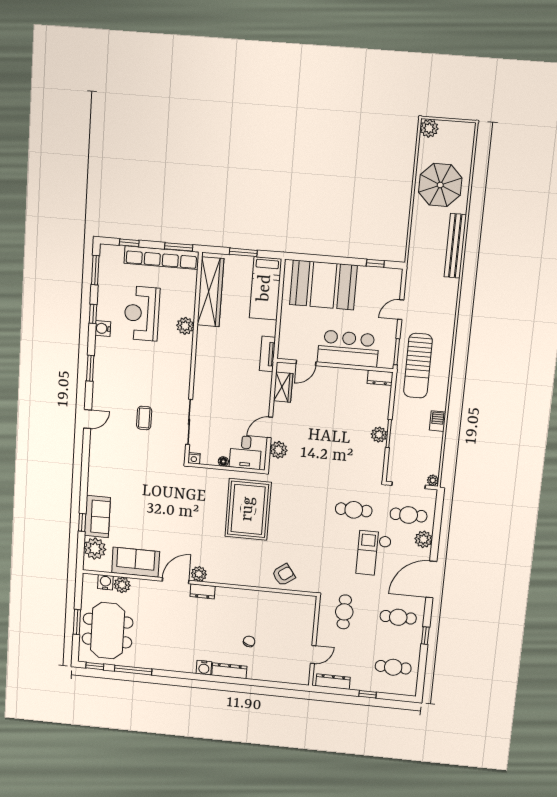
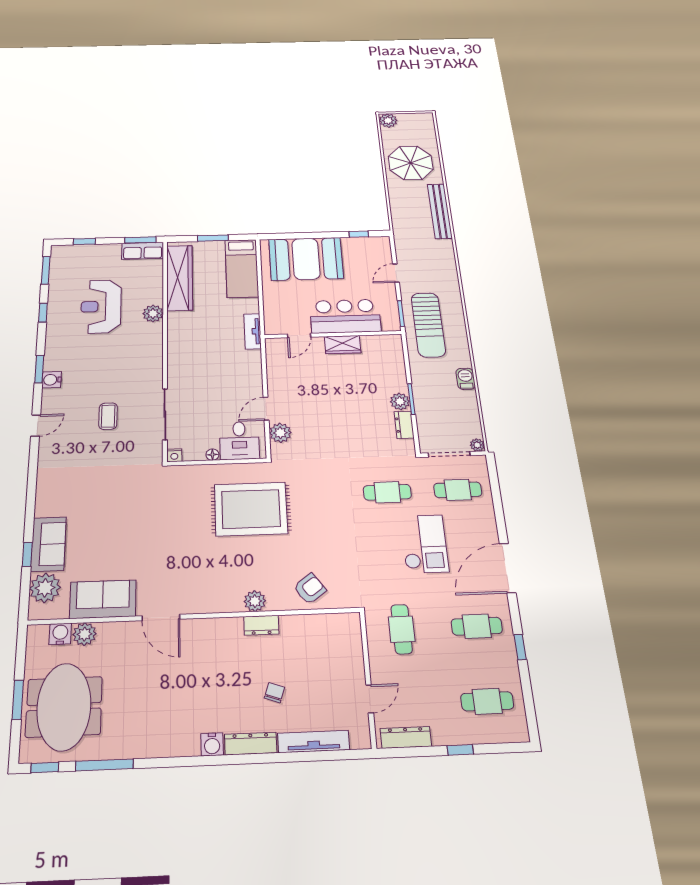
row of seats: (161, 258) -> (143, 251), width x0.50
water cooler: (103, 328) -> (52, 380), moved
dresser: (380, 378) -> (404, 425), moved, turned 90
wardrobe: (283, 387) -> (343, 345), moved, turned 90
rug: (248, 509) -> (251, 509), turned 90
plant: (423, 539) -> (484, 517), removed
checkout: (374, 553) -> (424, 544), turned 180
plant: (199, 574) -> (255, 601), moved
door: (176, 581) -> (161, 618), swing flipped
dresser: (203, 591) -> (261, 625), moved
tv unit: (271, 675) -> (314, 741), added

